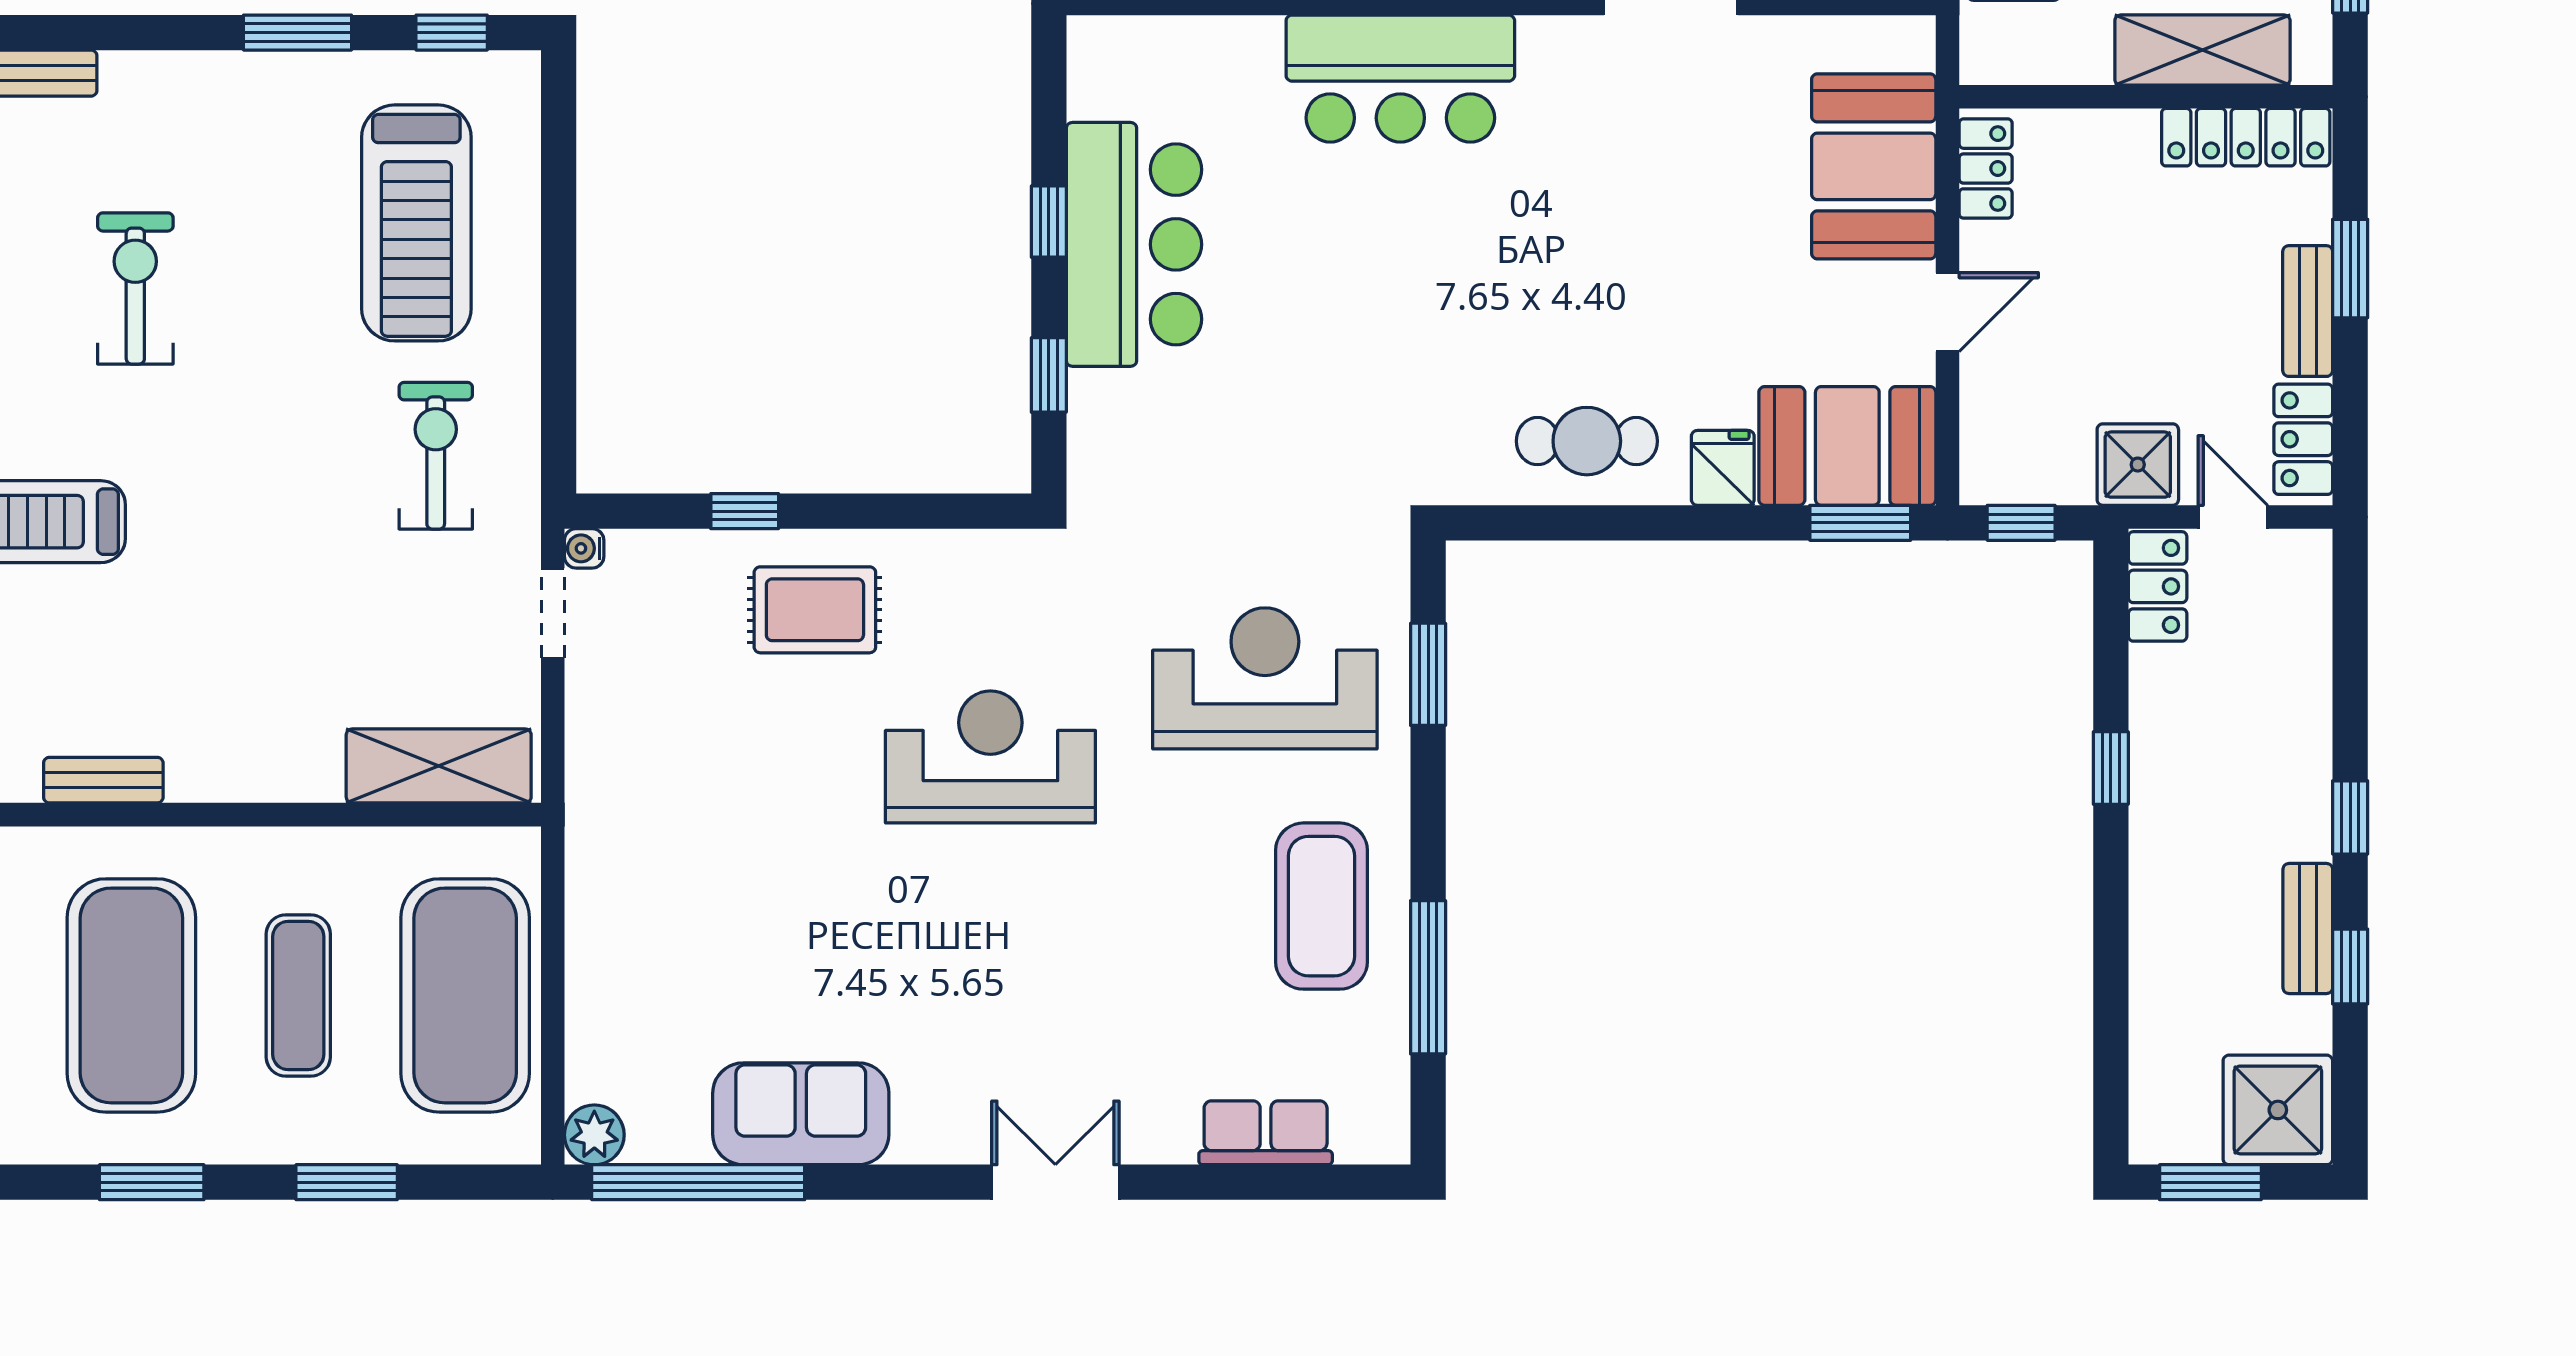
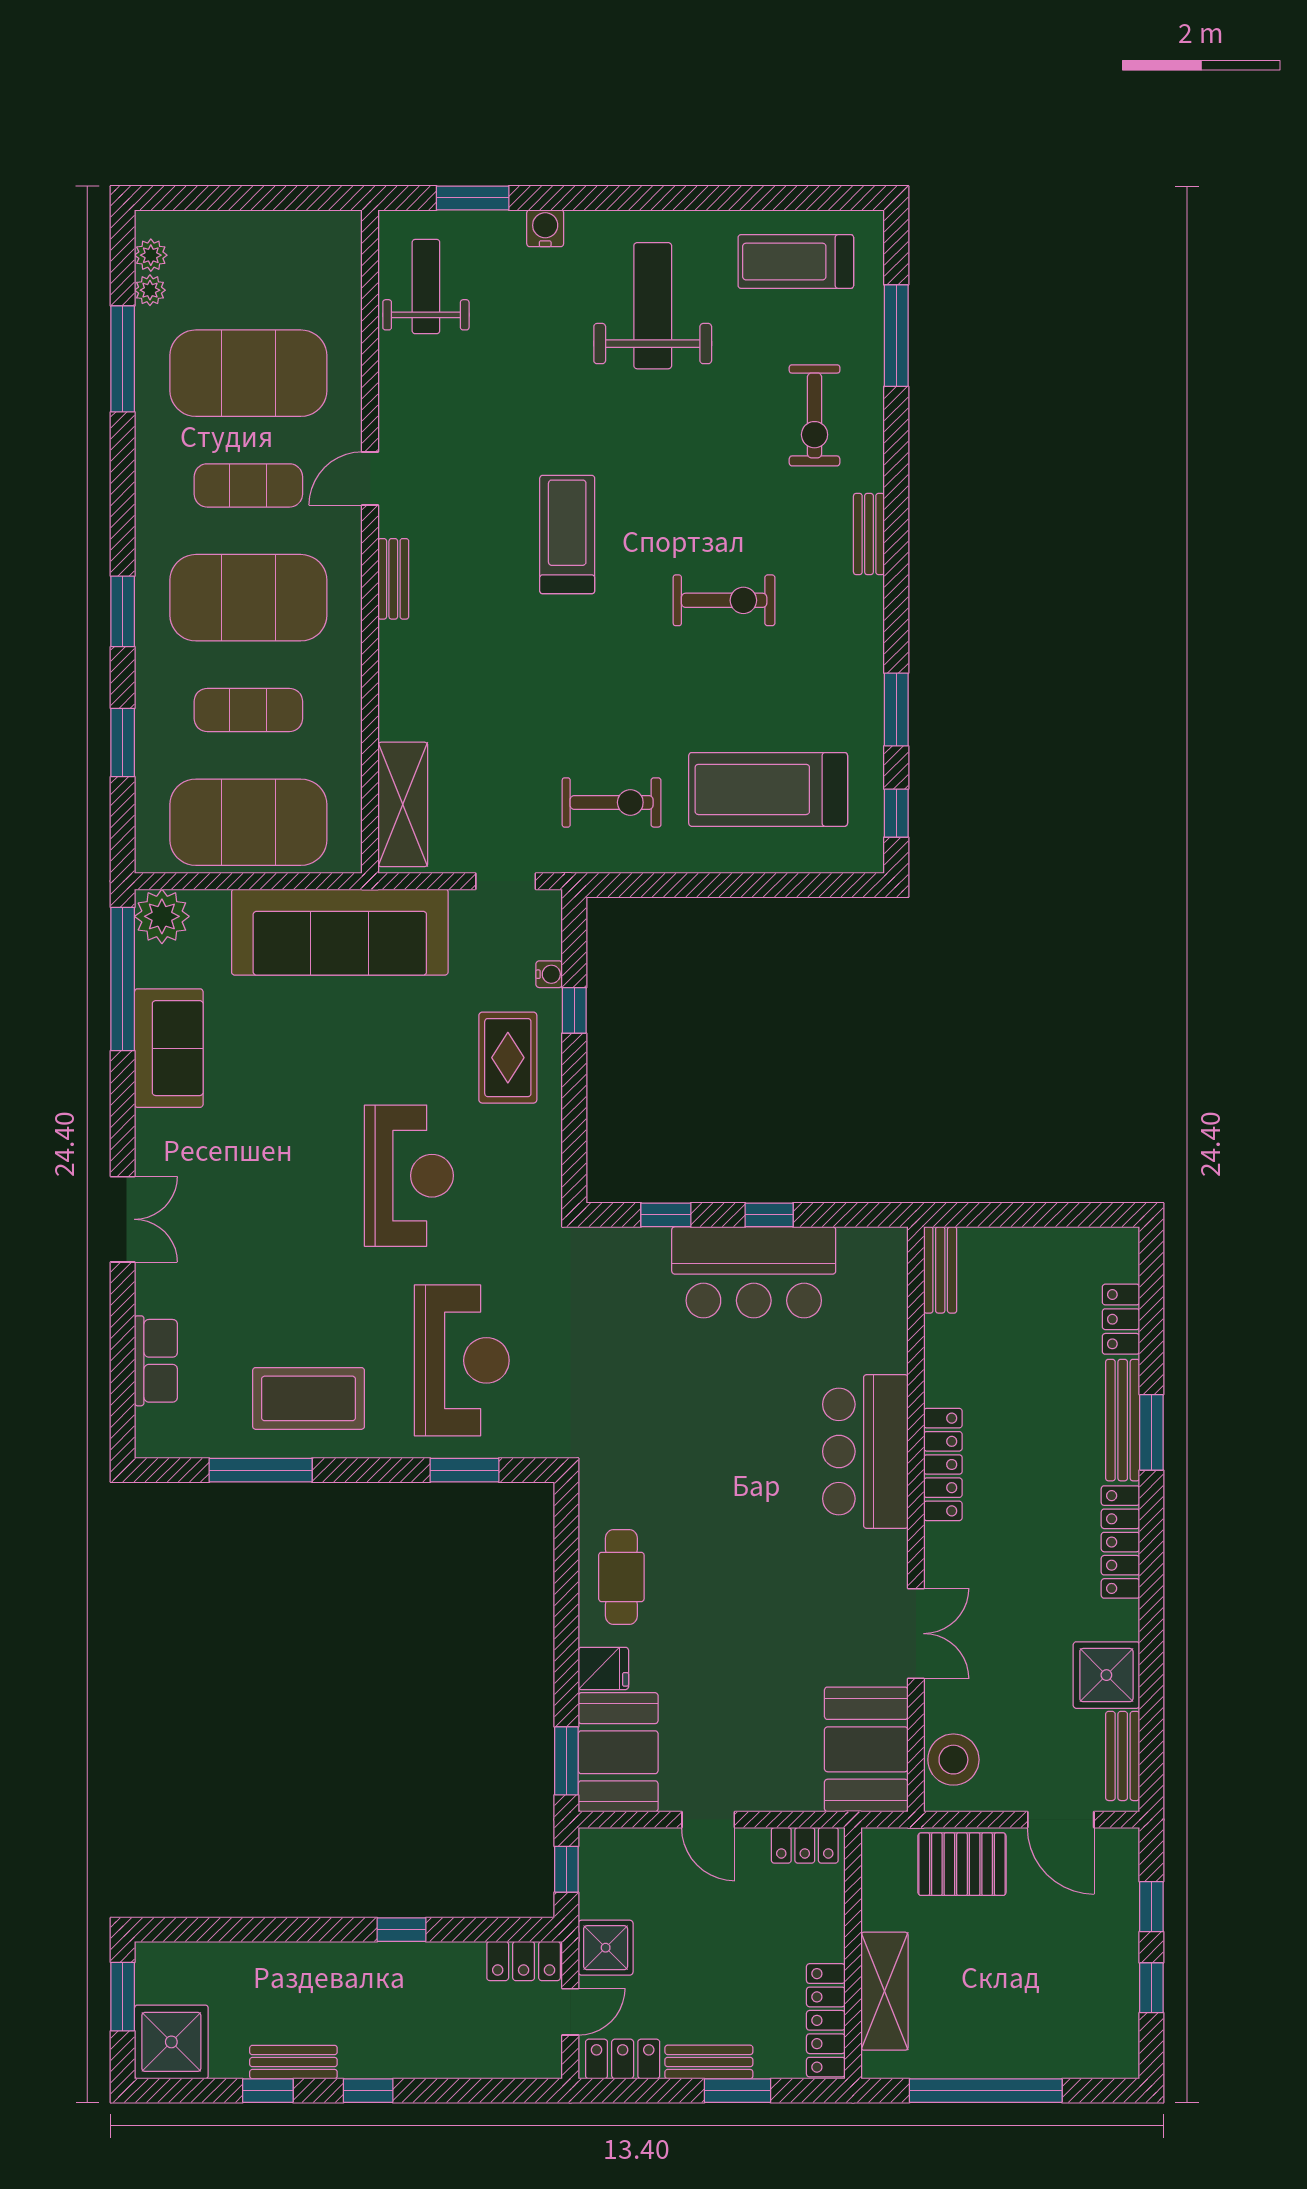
booth: (1874, 166) -> (866, 1749), moved, turned 90
water cooler: (584, 548) -> (549, 974), moved, turned 90
sofa: (628, 860) -> (340, 932), added
plant: (594, 1135) -> (162, 916), width x1.36, depth x1.36

